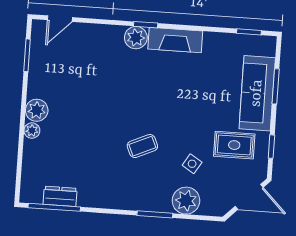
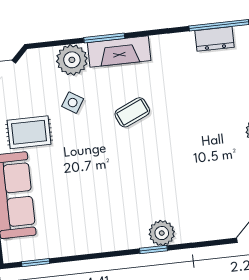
fireplace: (175, 40) -> (119, 52), moved, turned 180

